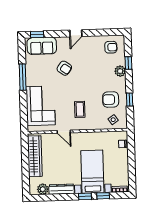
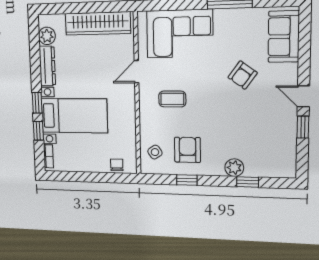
window: (37, 34) -> (303, 127), moved
armchair: (111, 47) -> (276, 155), removed

